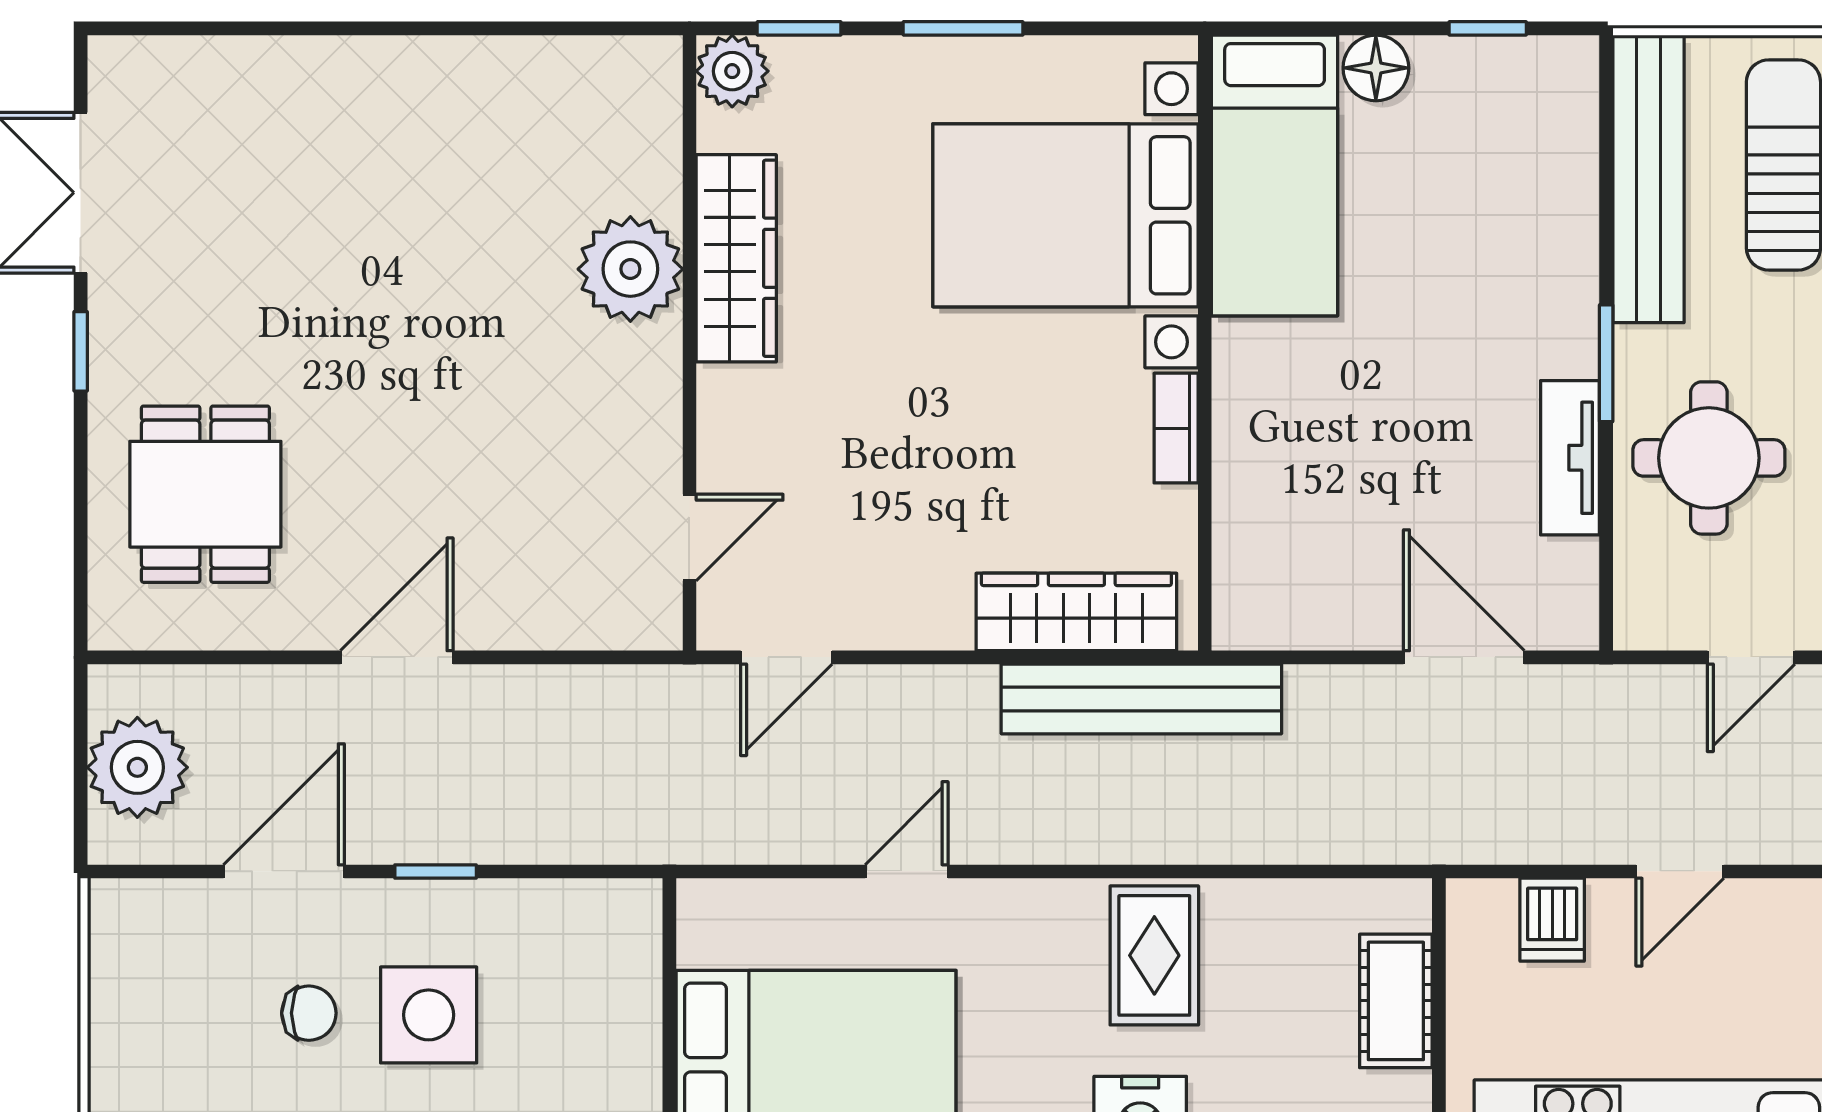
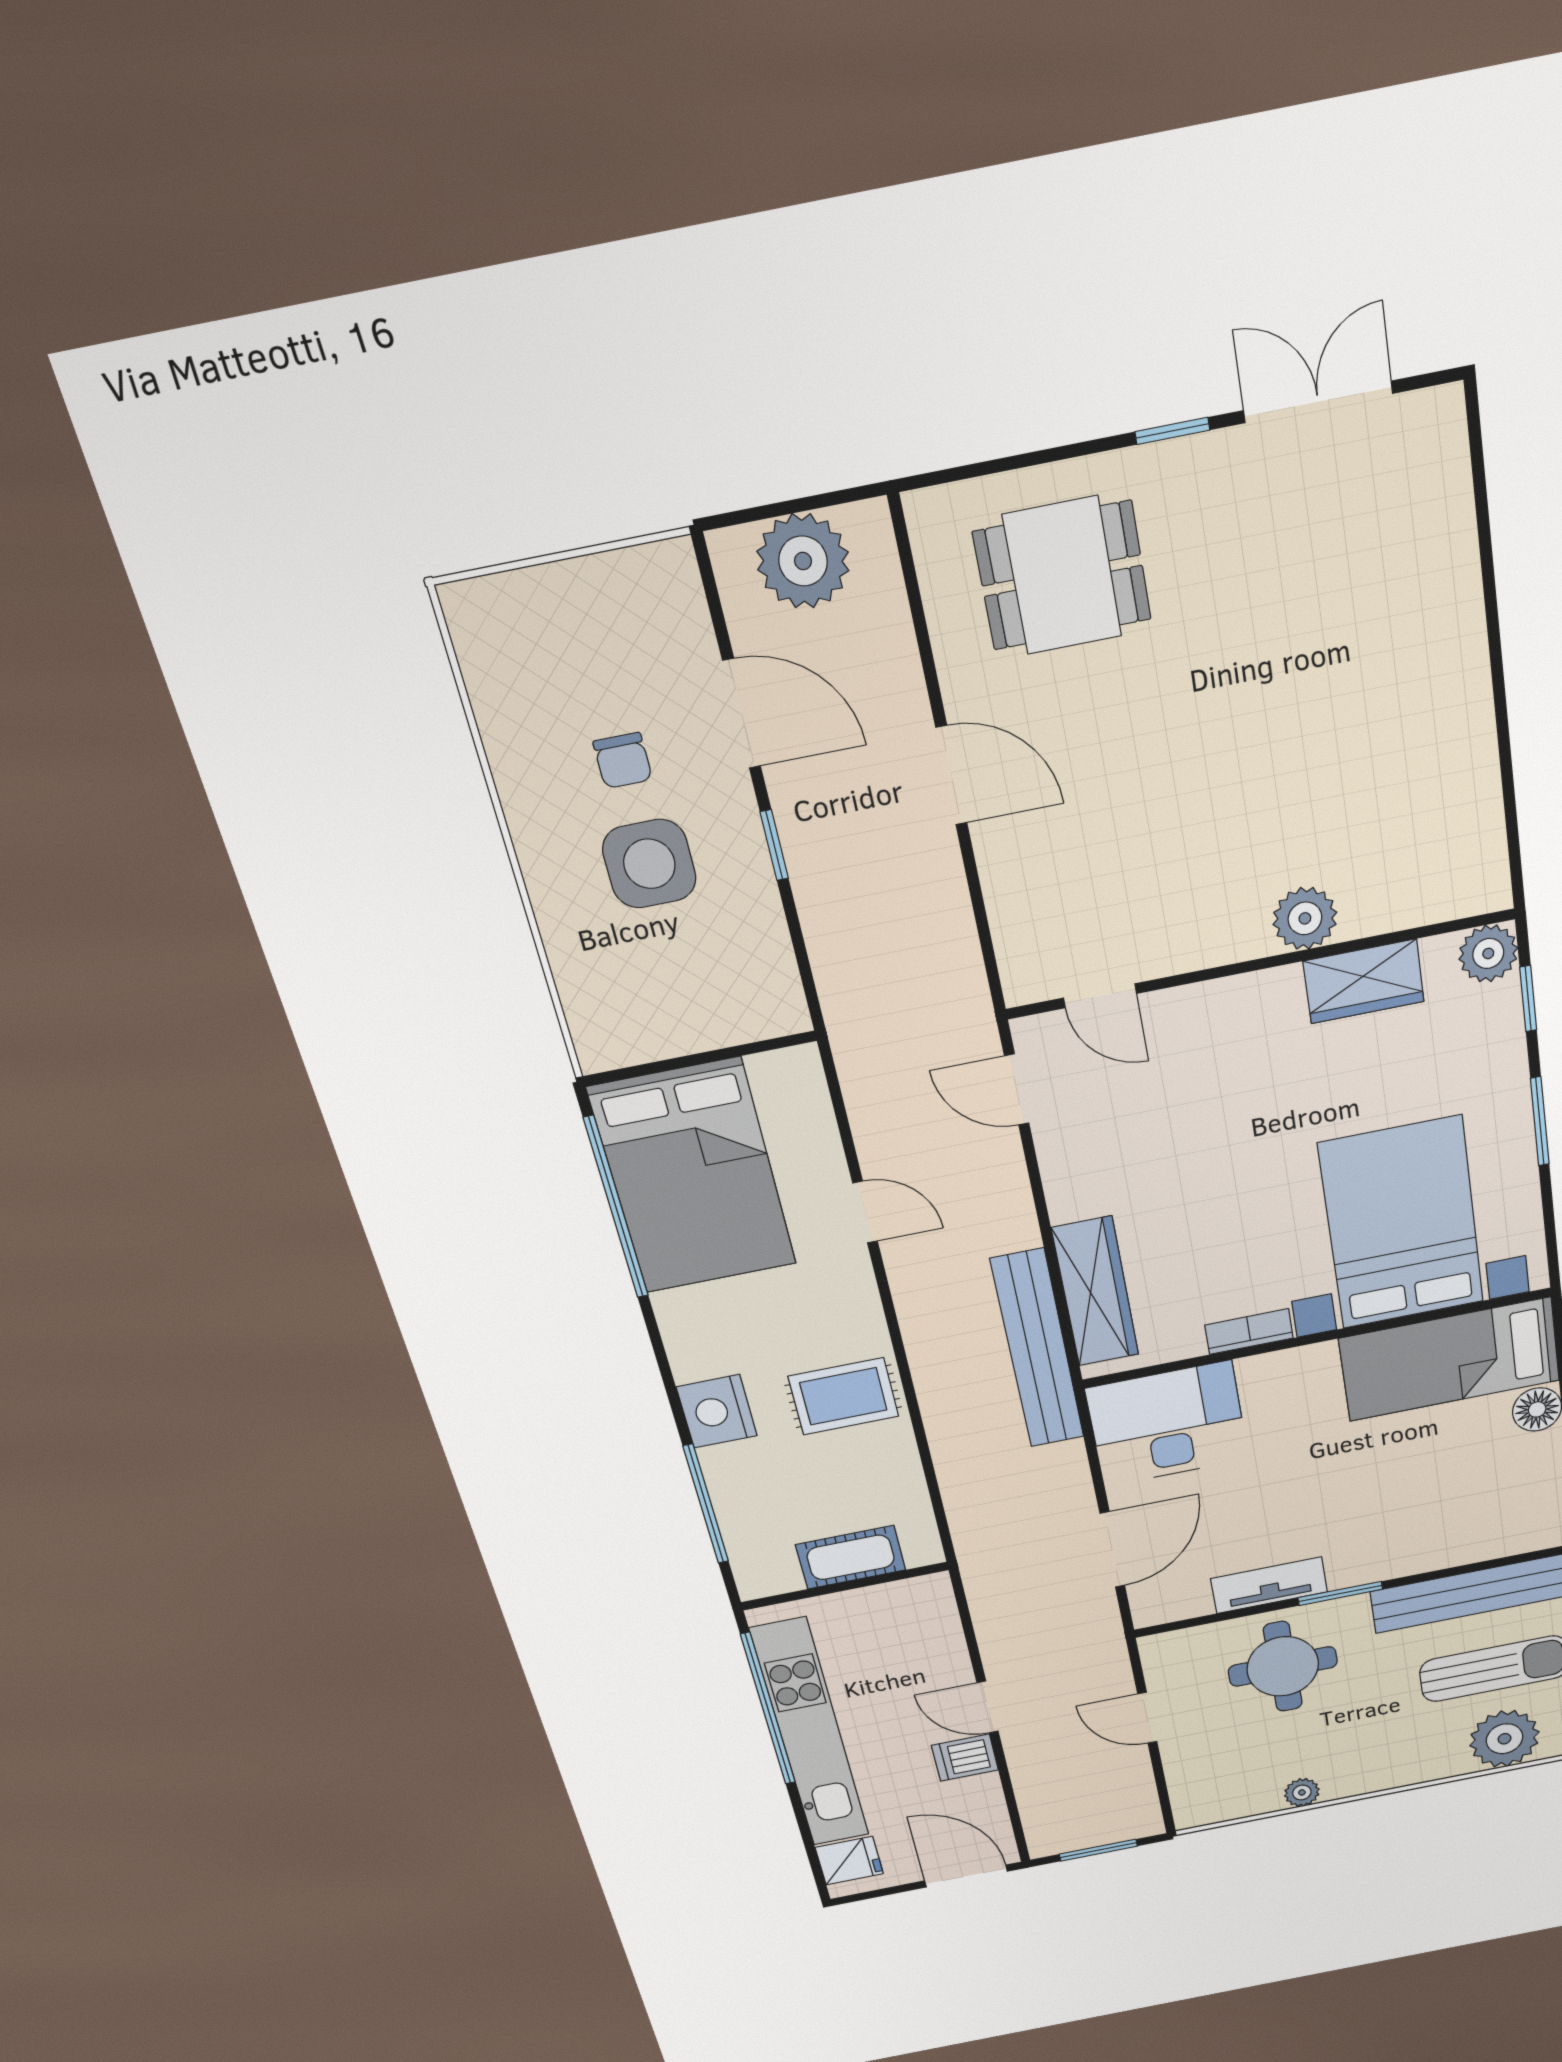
wardrobe: (736, 258) -> (1364, 981), width x0.67
plant: (630, 269) -> (1305, 918), width x0.73, depth x0.73
desk: (1288, 553) -> (1167, 1424), added
dishwasher: (1552, 920) -> (965, 1758), moved

